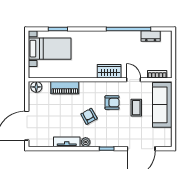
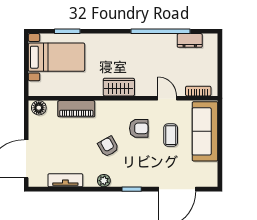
wardrobe: (109, 71) -> (119, 87), moved
tv unit: (67, 142) -> (65, 180), moved

